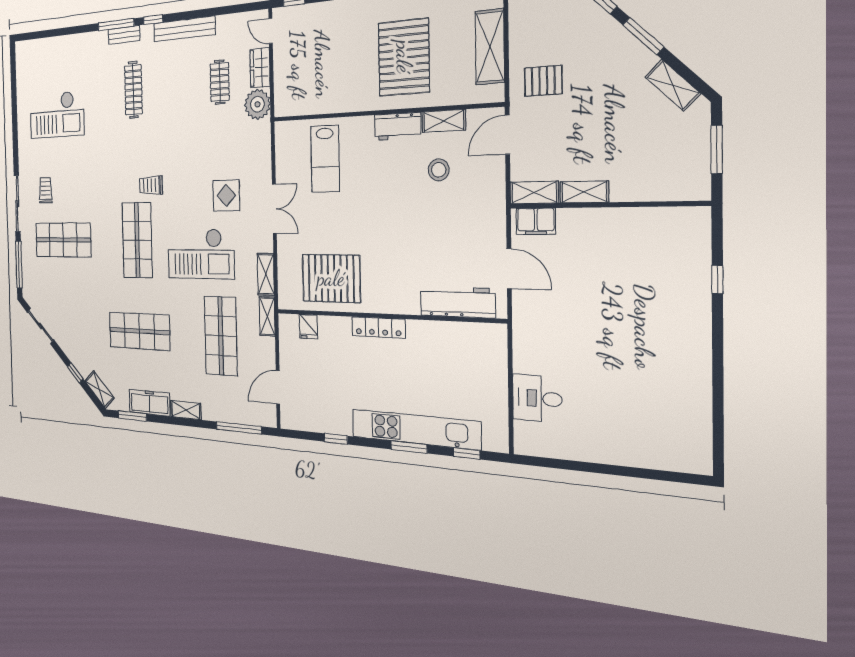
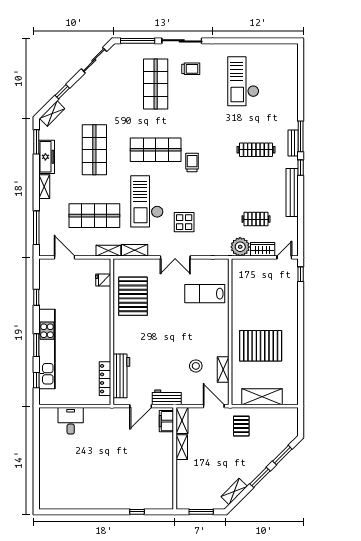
workbench: (398, 126) -> (167, 397), moved, turned 90
locker: (378, 327) -> (105, 379), moved

